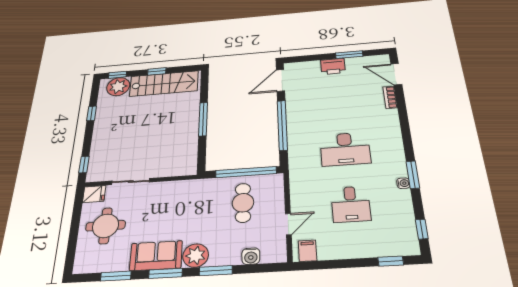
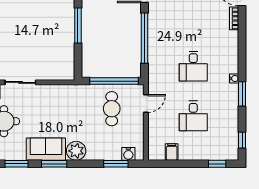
desk: (345, 149) -> (193, 66), width x0.73
water cooler: (403, 183) -> (234, 78), moved
door: (288, 224) -> (146, 103), moved
filing cabinet: (308, 251) -> (172, 152), moved
water cooler: (251, 256) -> (128, 154), moved
window: (216, 271) -> (116, 164), moved

